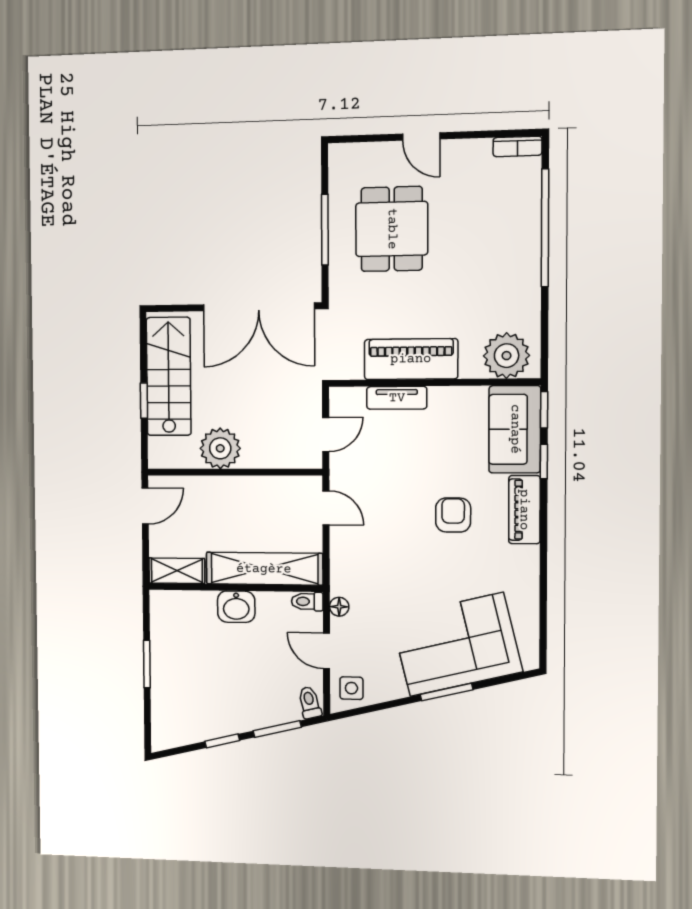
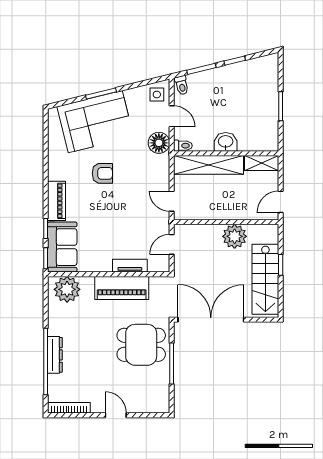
bookcase: (517, 146) -> (69, 408), width x1.56
dining table: (392, 229) -> (141, 345), moved, turned 90
dresser: (528, 240) -> (55, 355), added
armchair: (453, 515) -> (102, 173), moved, turned -90
floor lamp: (339, 607) -> (159, 143), width x1.89, depth x1.89

